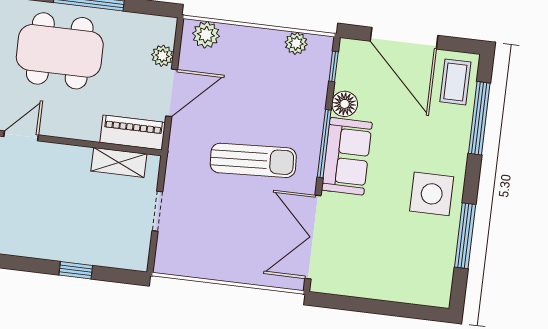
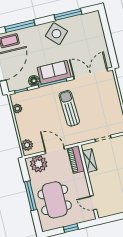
plant: (162, 56) -> (39, 164), width x1.88, depth x1.88
side table: (432, 194) -> (56, 34), turned 45
double door: (313, 237) -> (91, 74), swing flipped

